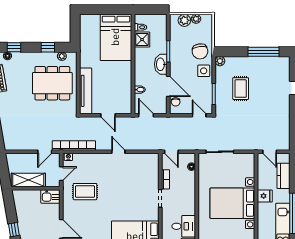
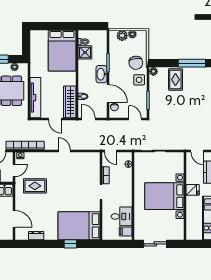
rug: (241, 89) -> (175, 80), moved
wardrobe: (125, 96) -> (70, 102), added

